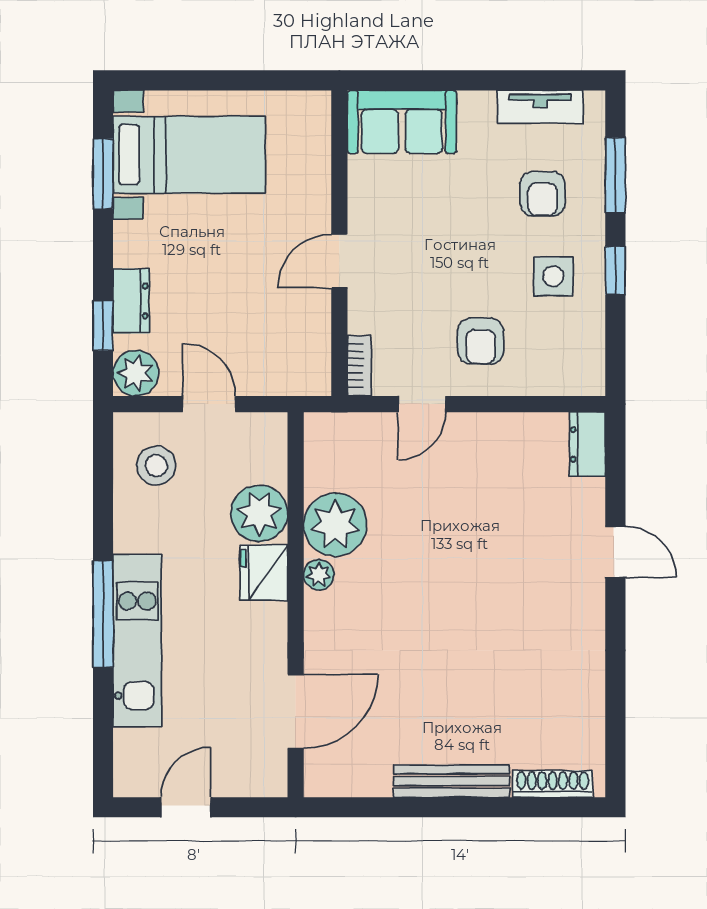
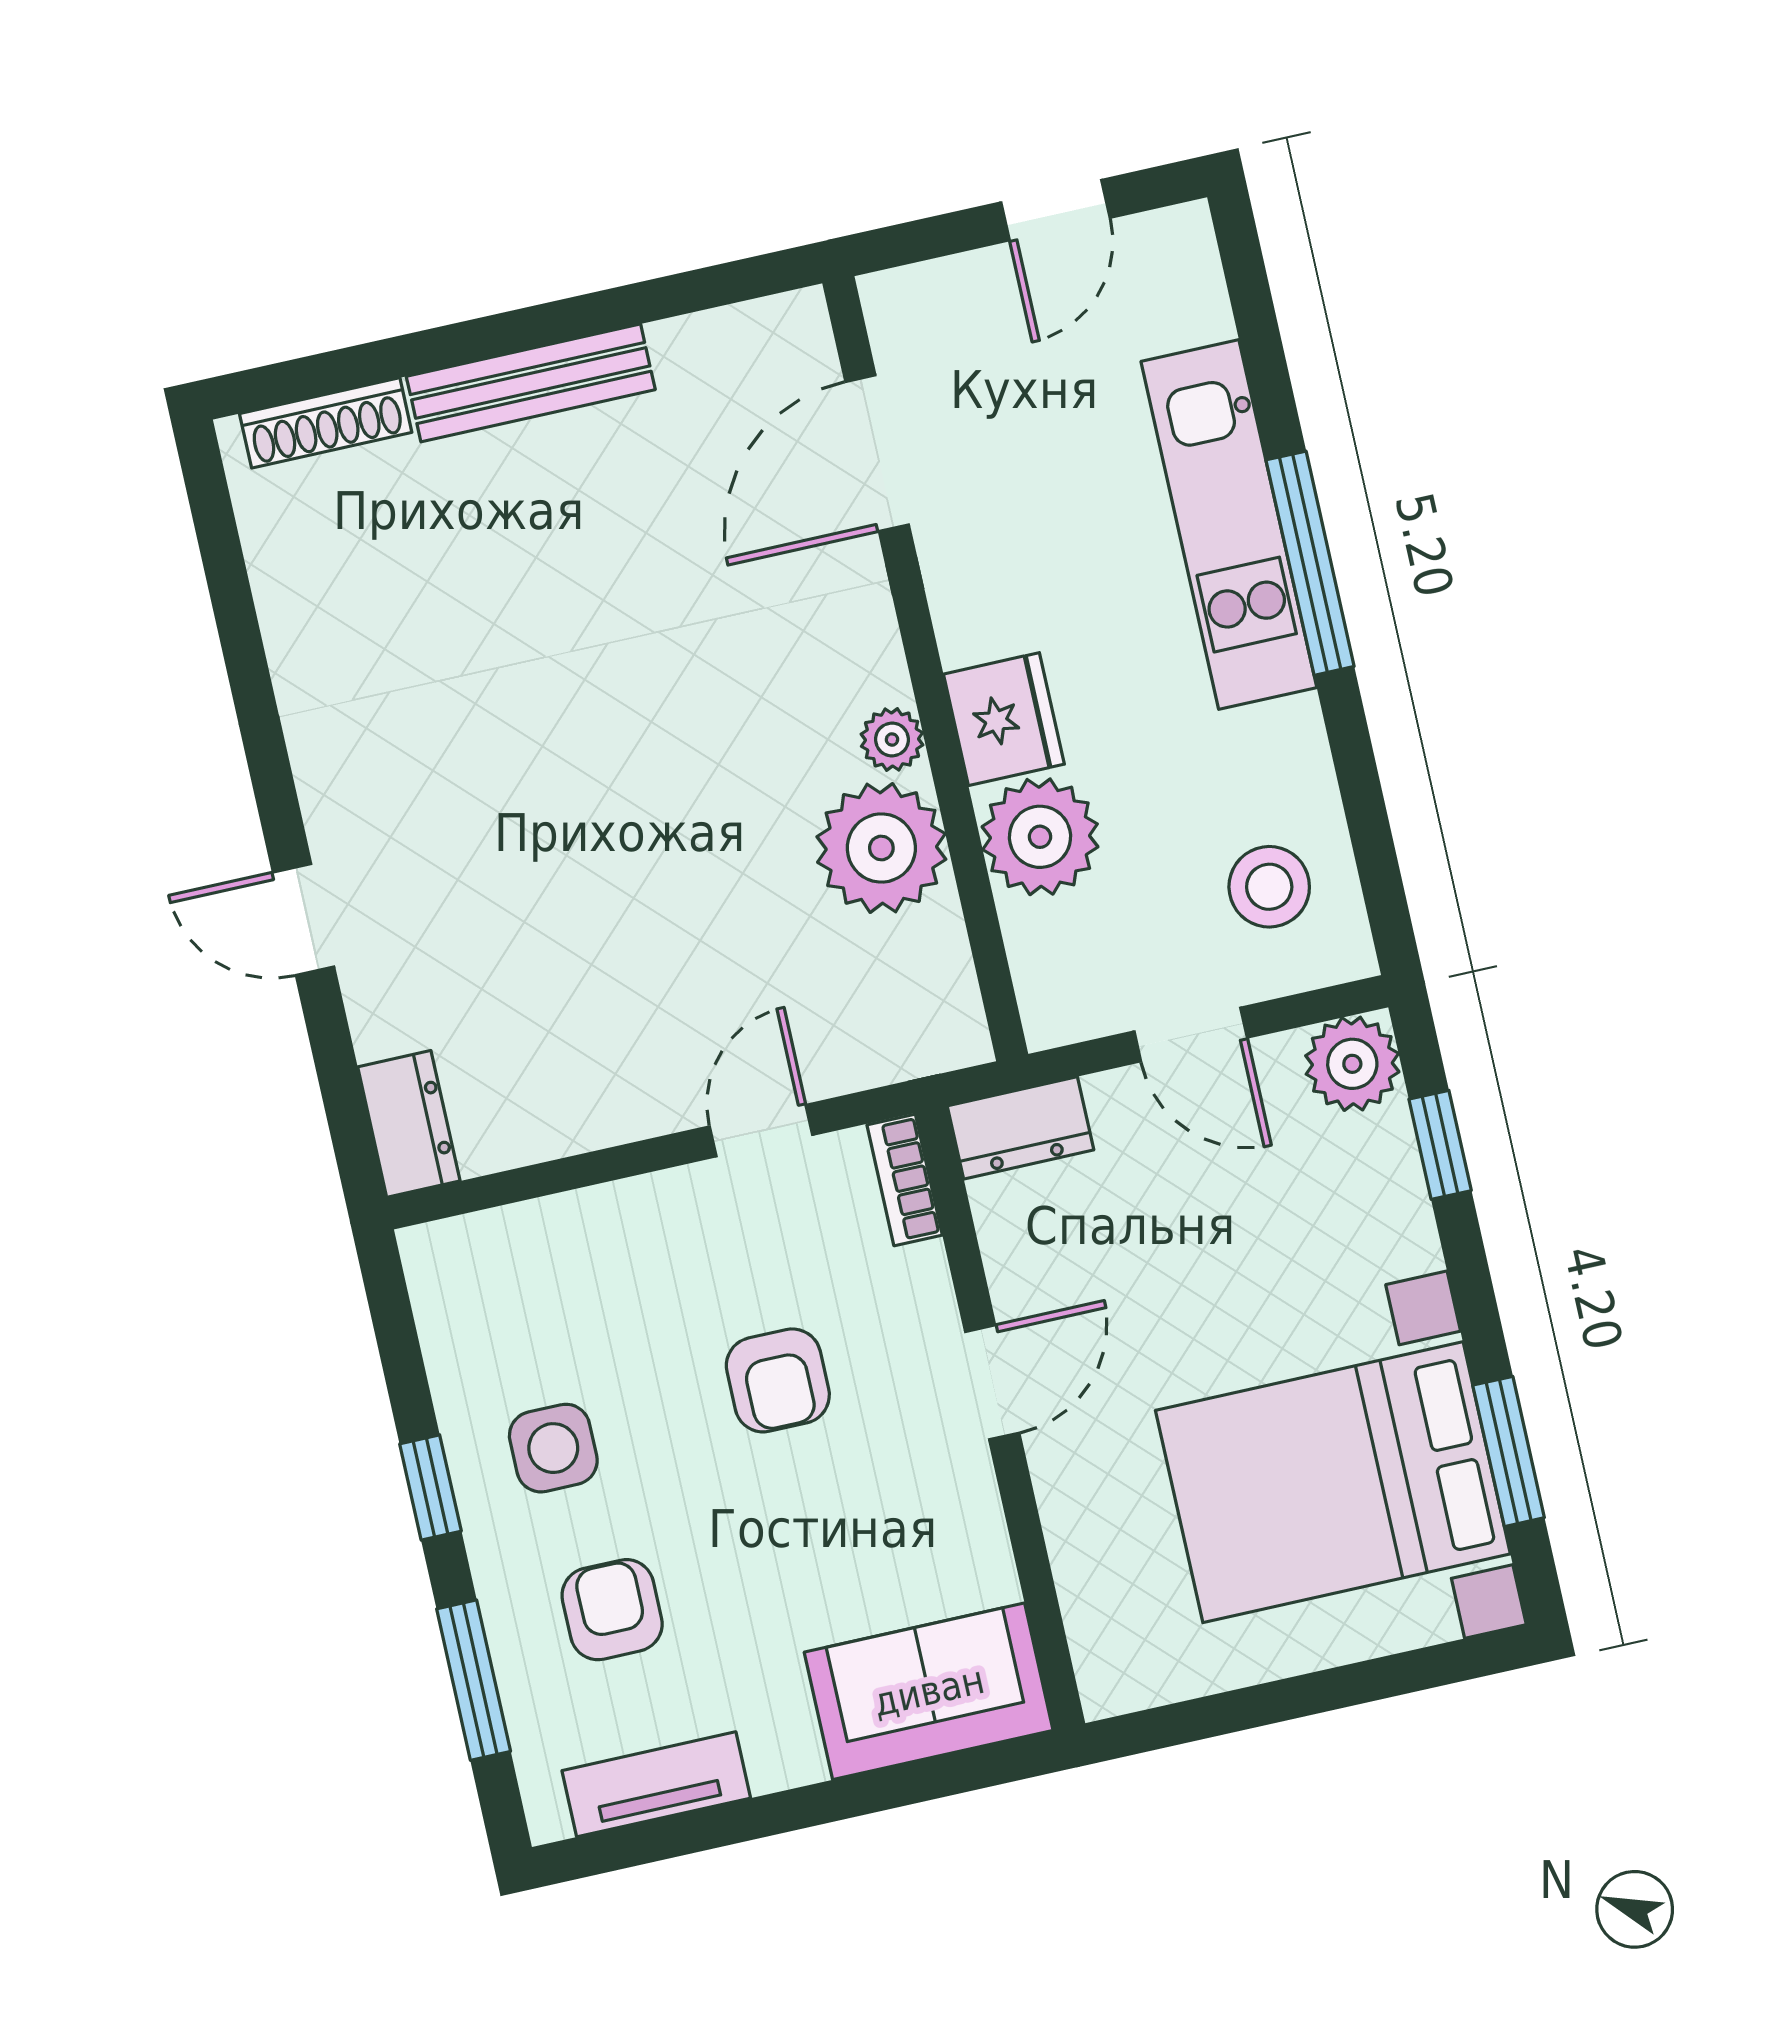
bed with nightstands: (189, 155) -> (1333, 1482), width x1.36
dresser: (131, 301) -> (1021, 1128), moved, turned -90
armchair: (481, 341) -> (778, 1380), moved, turned 180

